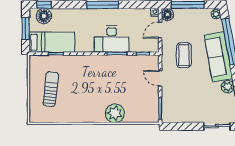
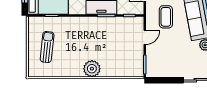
door: (160, 78) -> (145, 37), swing flipped
plant: (115, 113) -> (92, 69), moved

